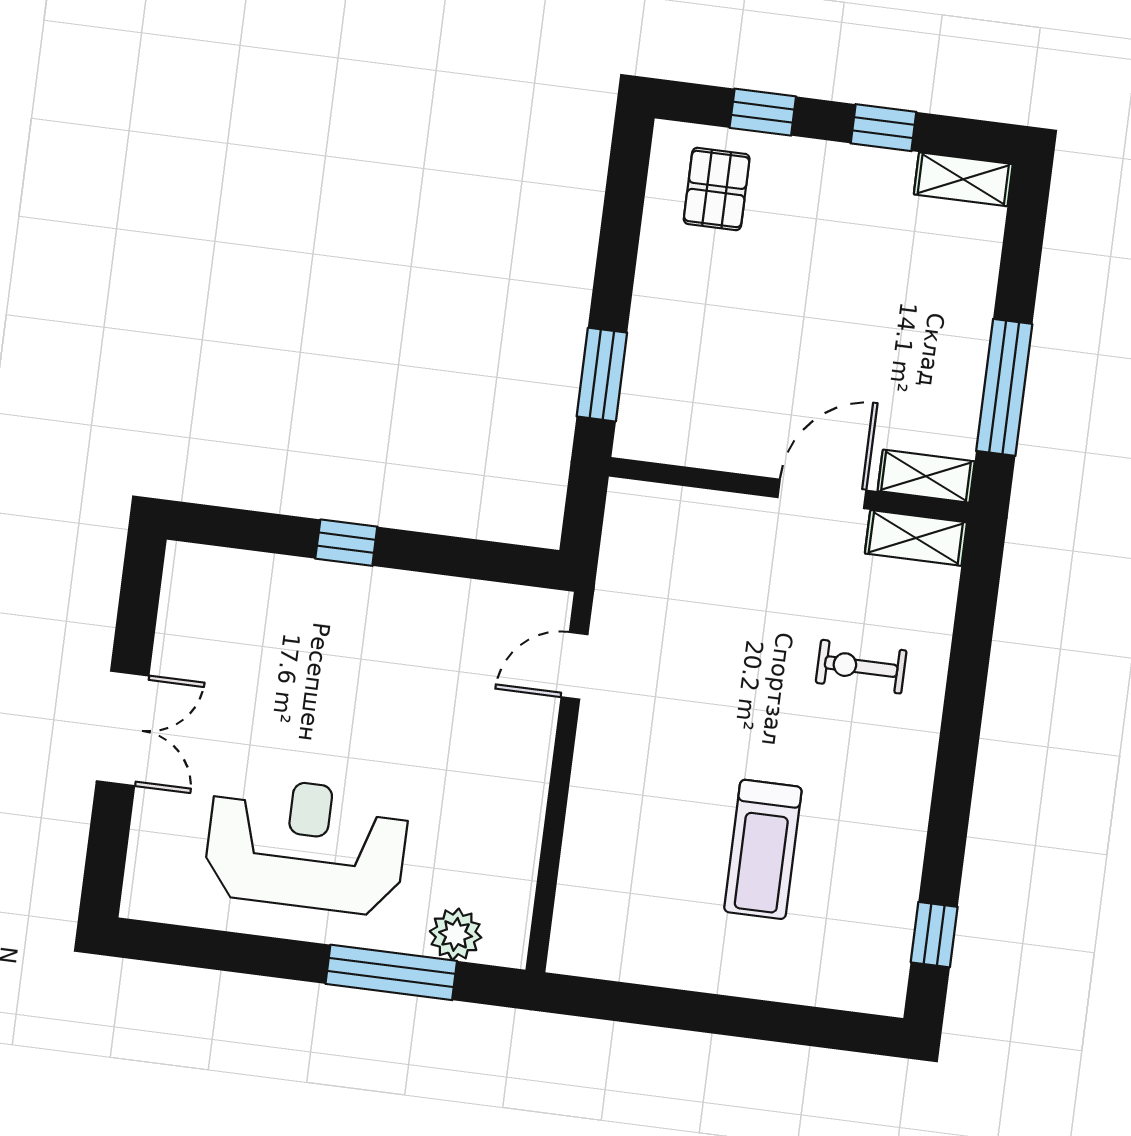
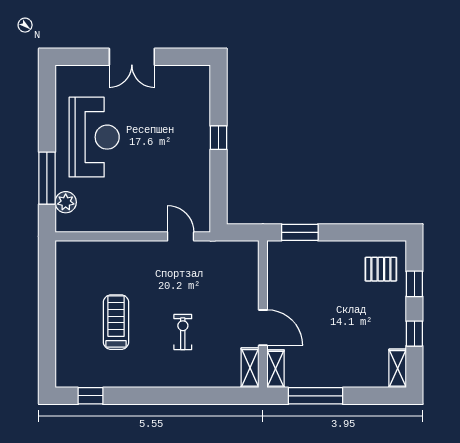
exercise bike: (861, 667) -> (183, 332), moved
treadmill: (763, 849) -> (116, 322), turned 90

